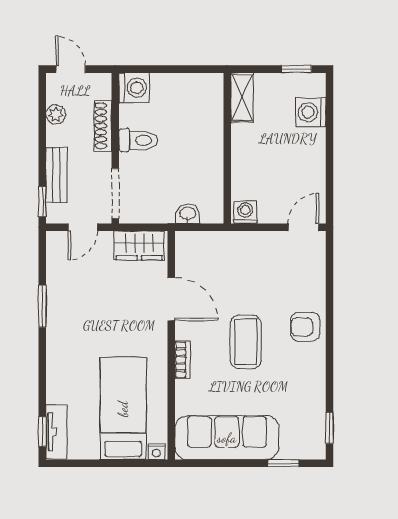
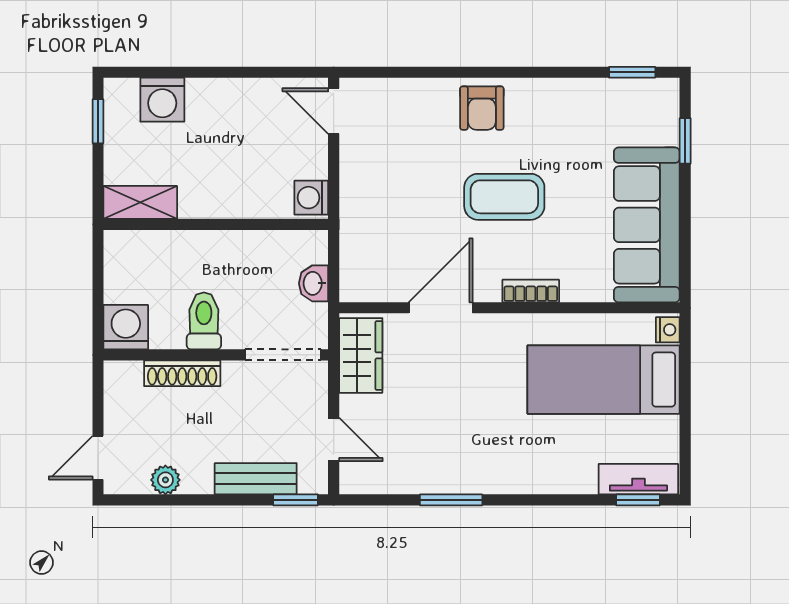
washing machine: (134, 88) -> (126, 327), moved
shoe rack: (103, 126) -> (182, 373), moved
toilet: (138, 140) -> (204, 321), moved
wall: (115, 148) -> (216, 355), moved
doorway: (115, 193) -> (283, 355), moved

